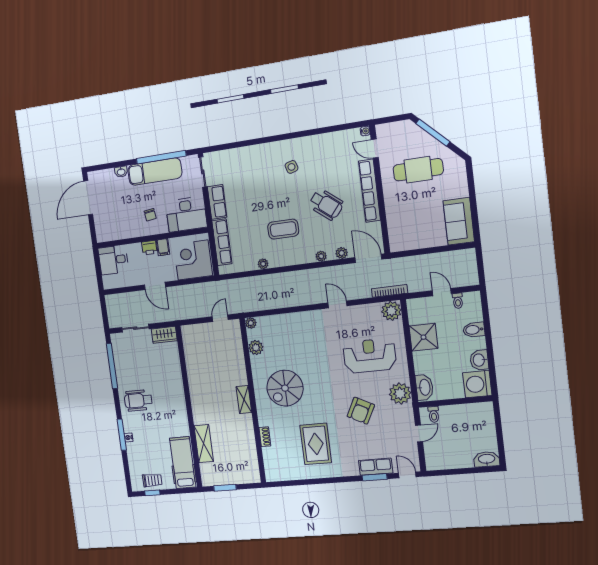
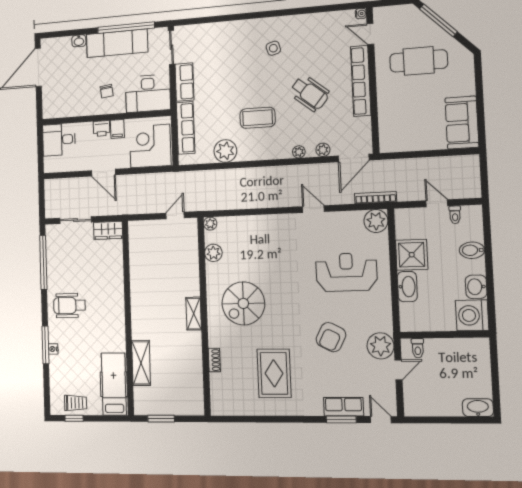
door: (368, 258) -> (354, 158), swing flipped
plant: (263, 264) -> (225, 151), width x1.87, depth x1.87
washbasin: (424, 387) -> (407, 287), moved
plant: (400, 394) -> (380, 346), moved

